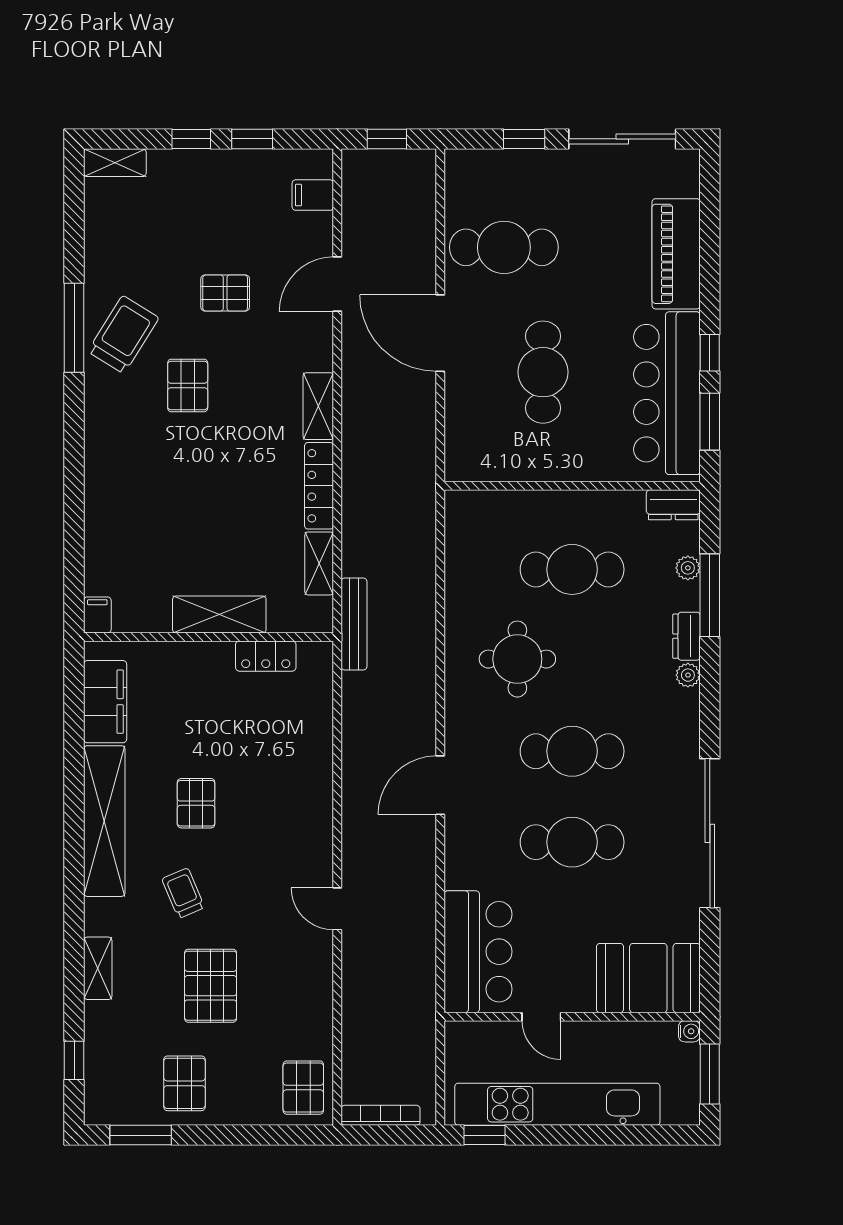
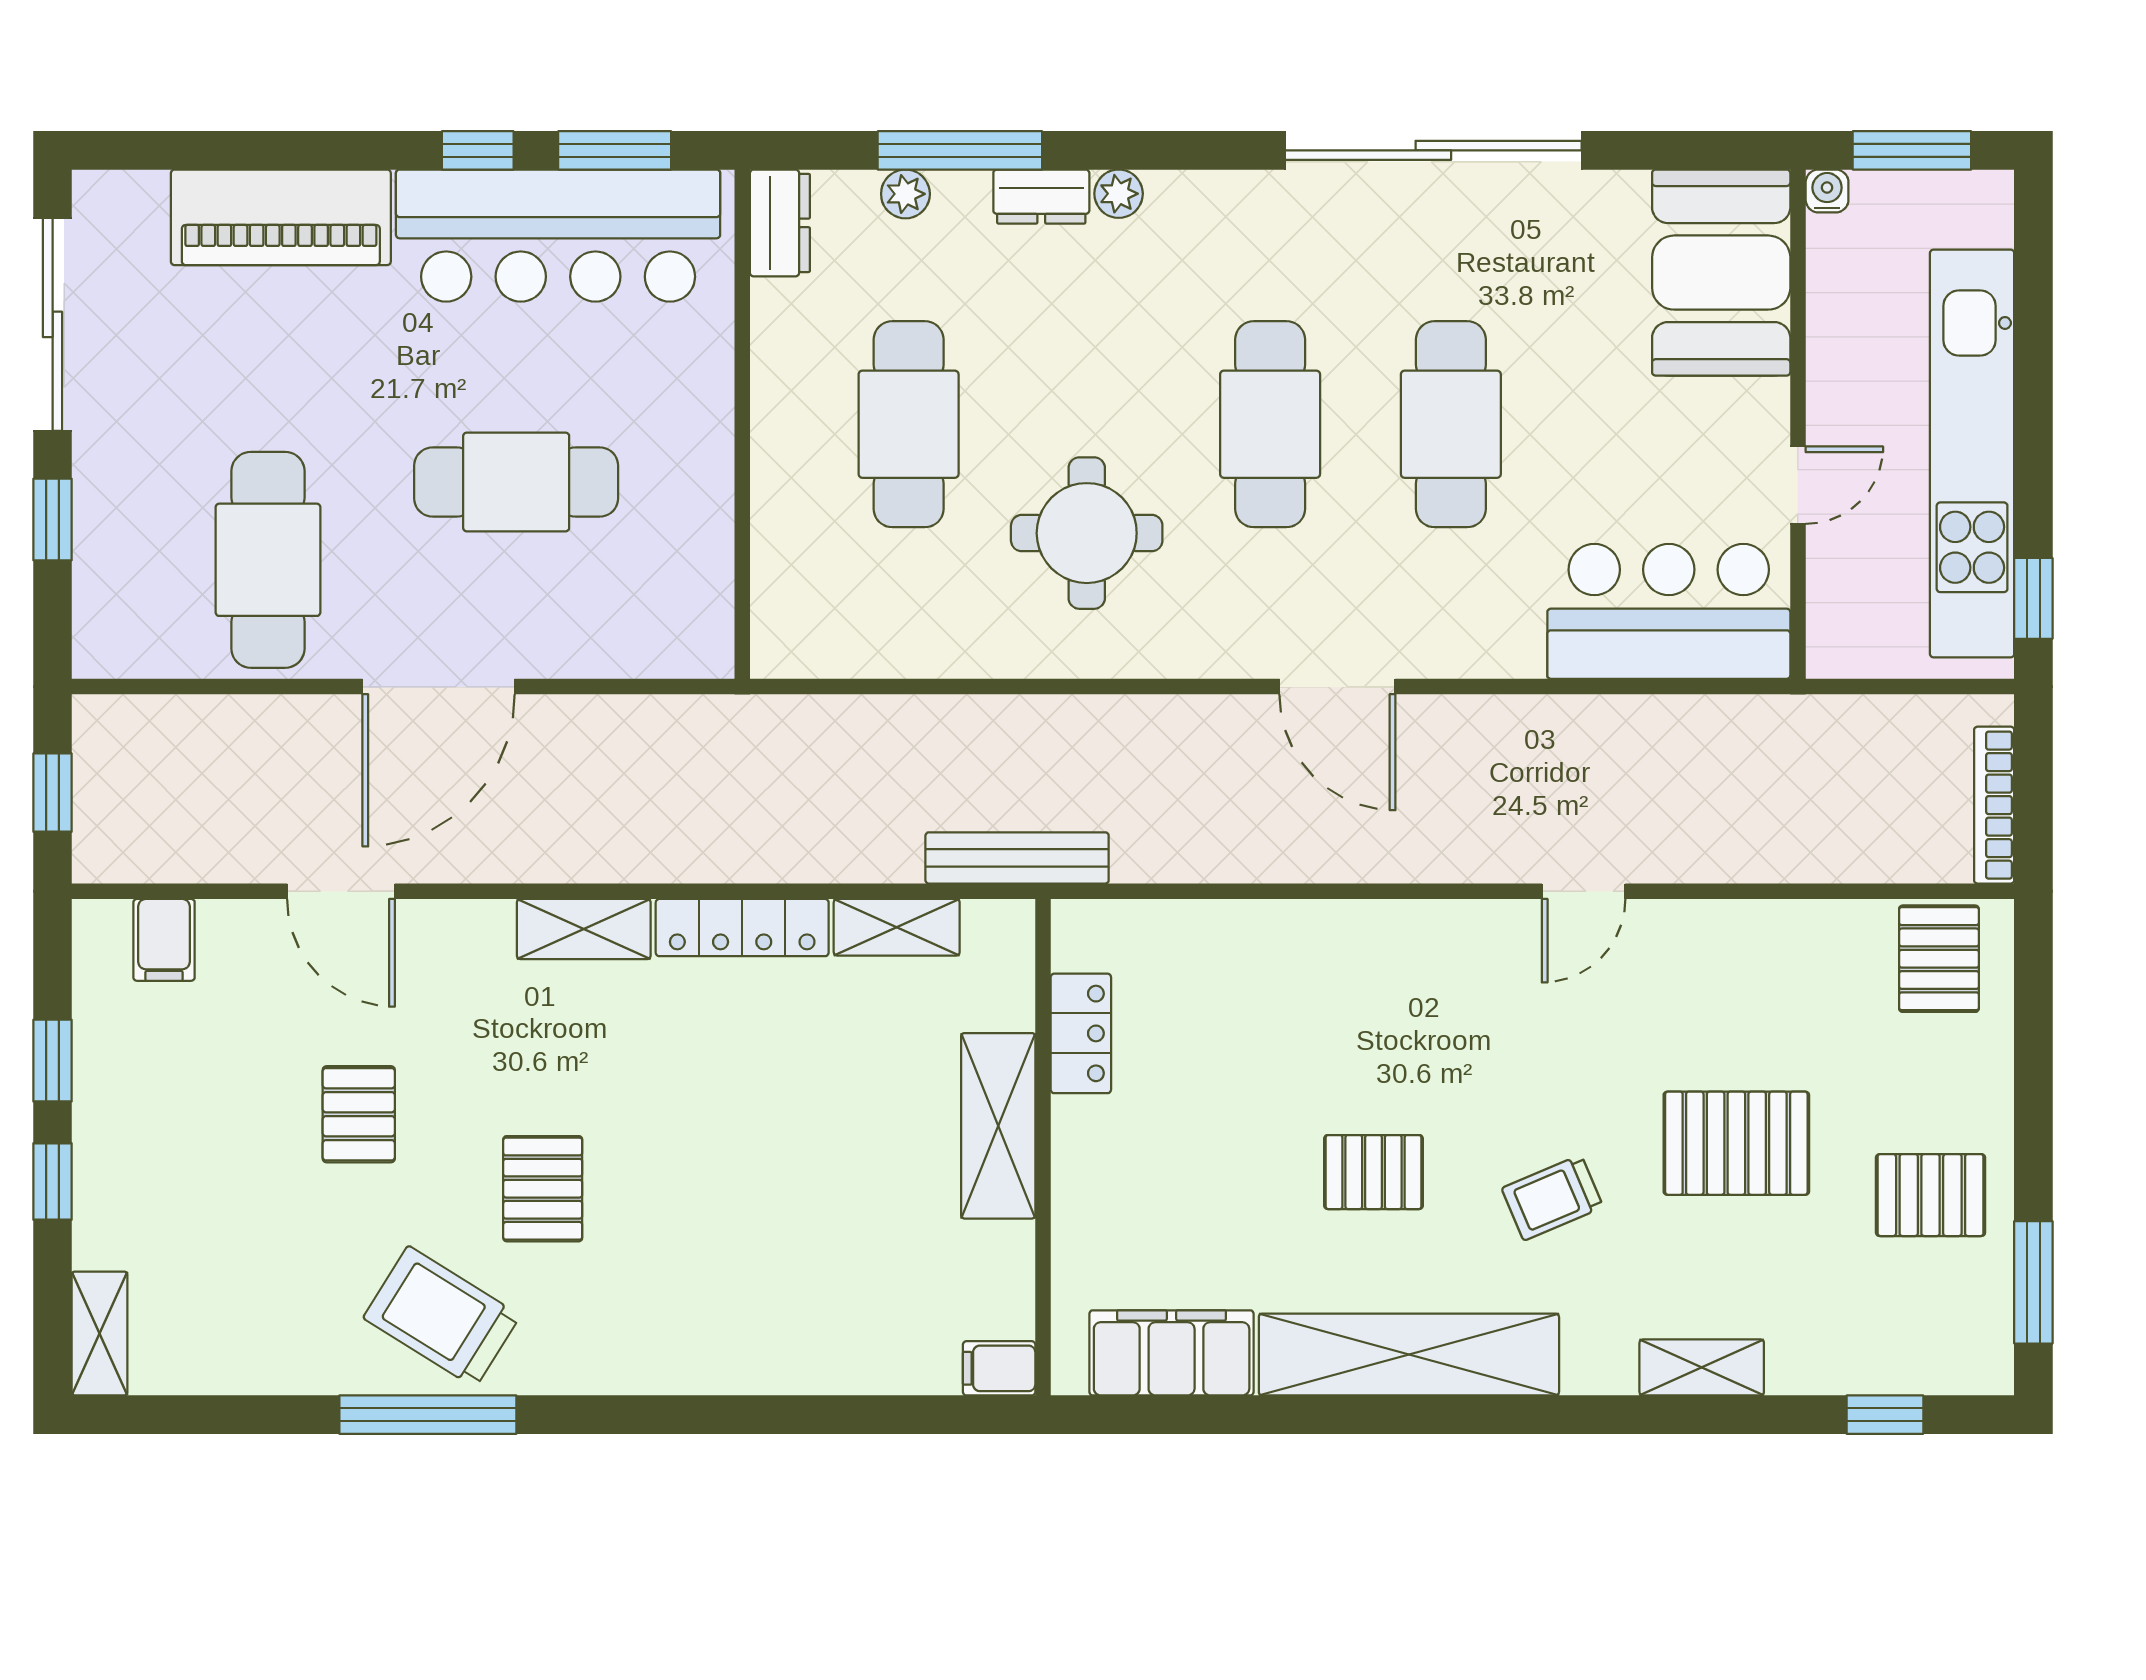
pallet: (188, 385) -> (543, 1189), turned 90
pallet: (303, 1088) -> (1939, 959), turned 90

